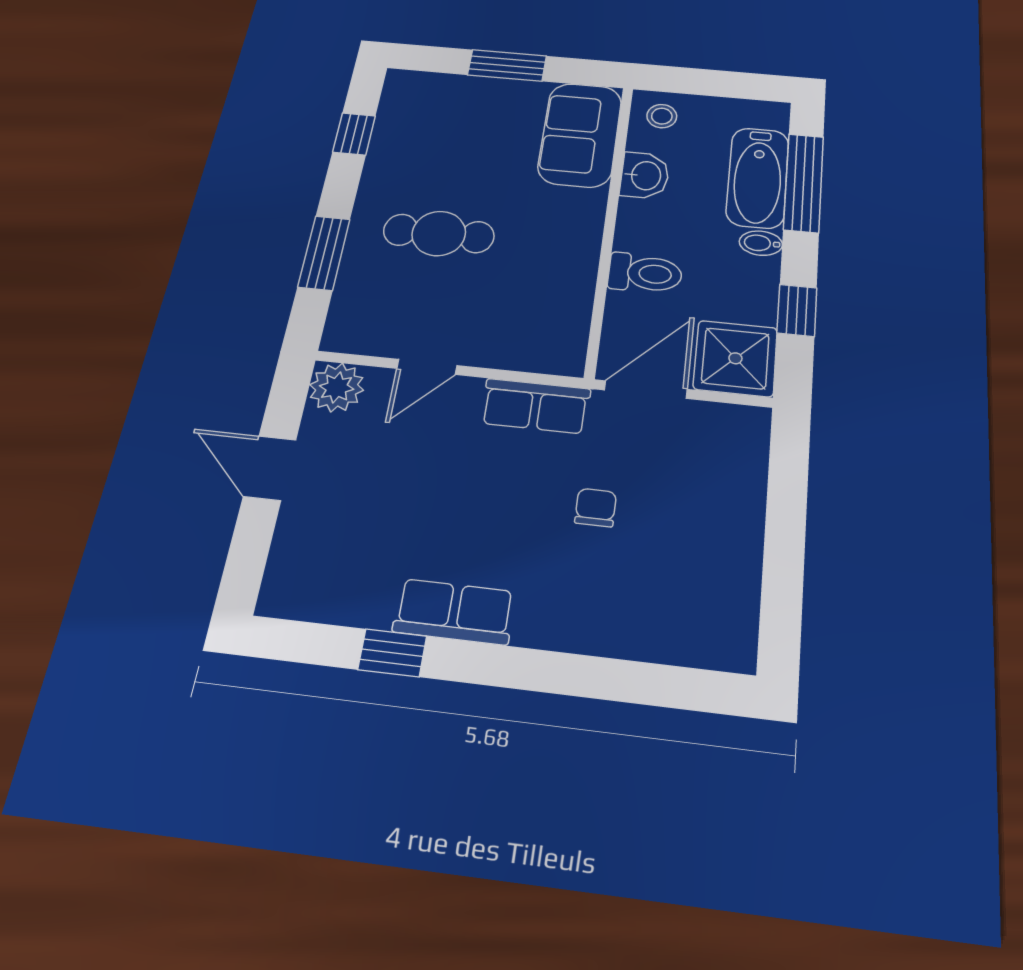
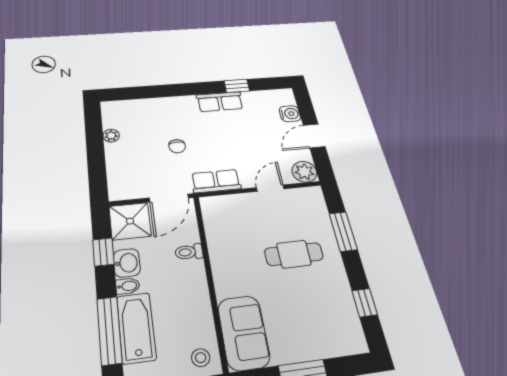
washbasin: (645, 176) -> (127, 263), moved, turned 180
toilet: (645, 273) -> (189, 252), width x0.73, depth x0.72
door: (270, 468) -> (314, 136), swing flipped
water cooler: (296, 540) -> (290, 114), added
plant: (743, 568) -> (111, 136), added

